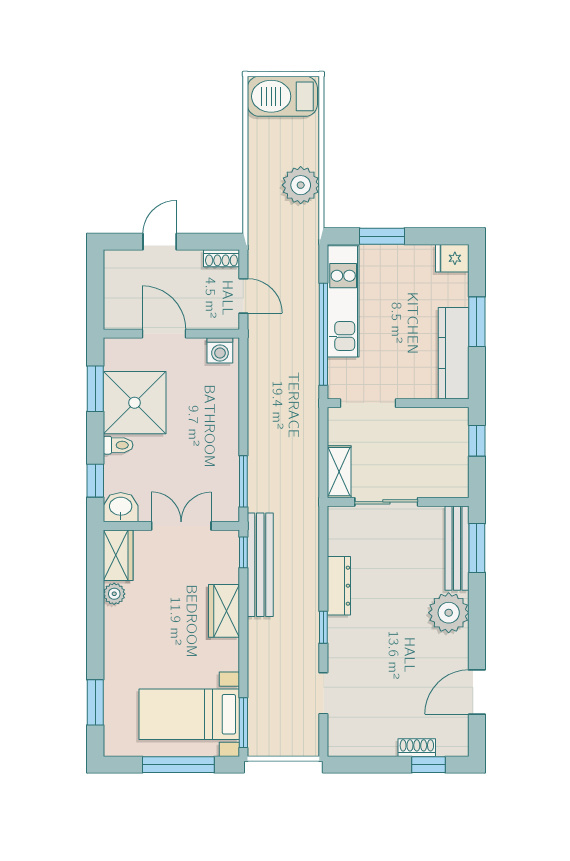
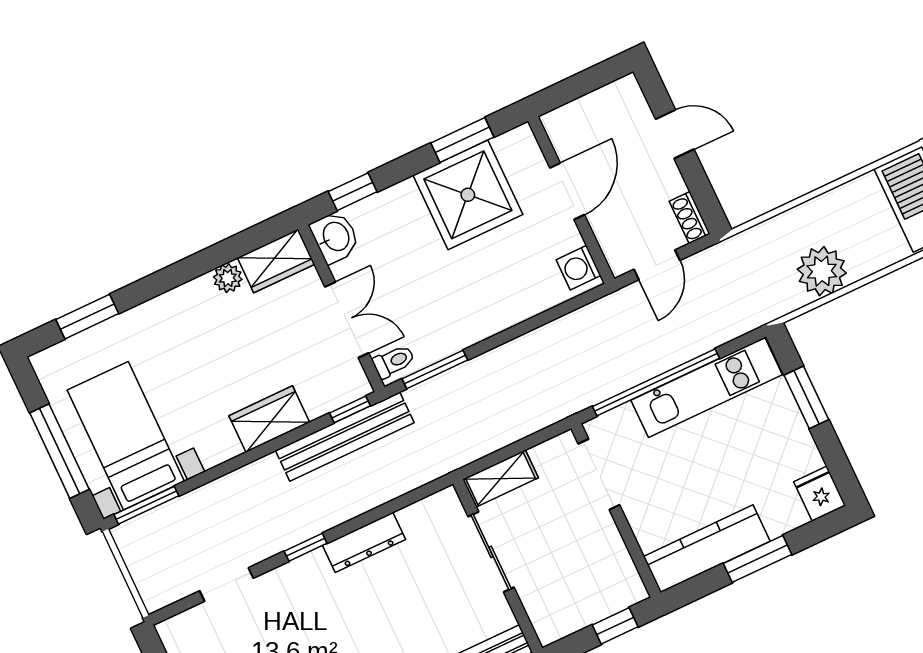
toilet: (118, 445) -> (394, 361), moved, turned -90

